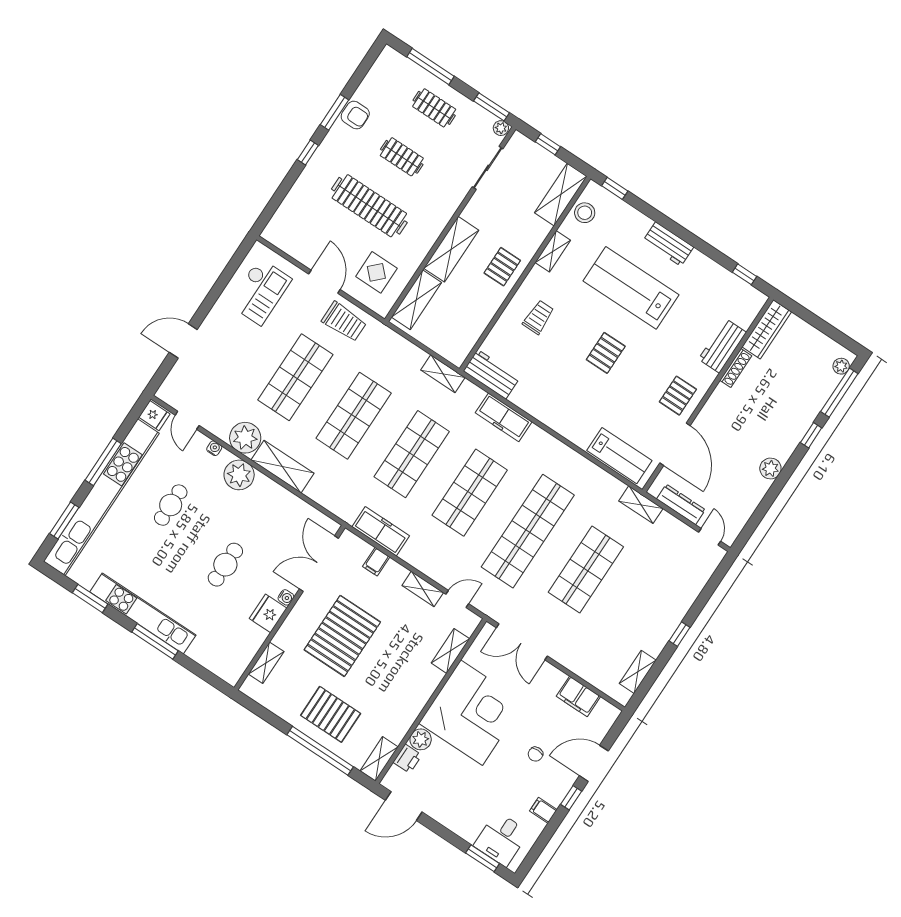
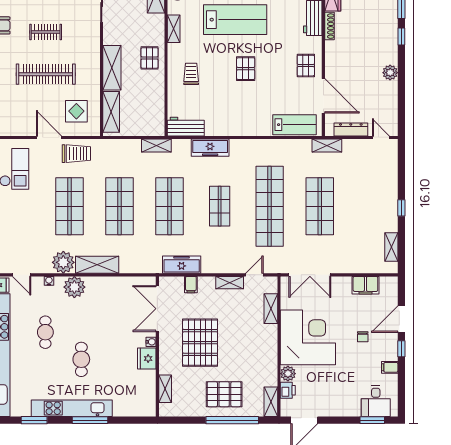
lab bench: (631, 288) -> (235, 20), turned 180
shop shelf: (470, 493) -> (220, 206), width x0.70, depth x0.74
cafe table: (225, 565) -> (81, 359), moved

